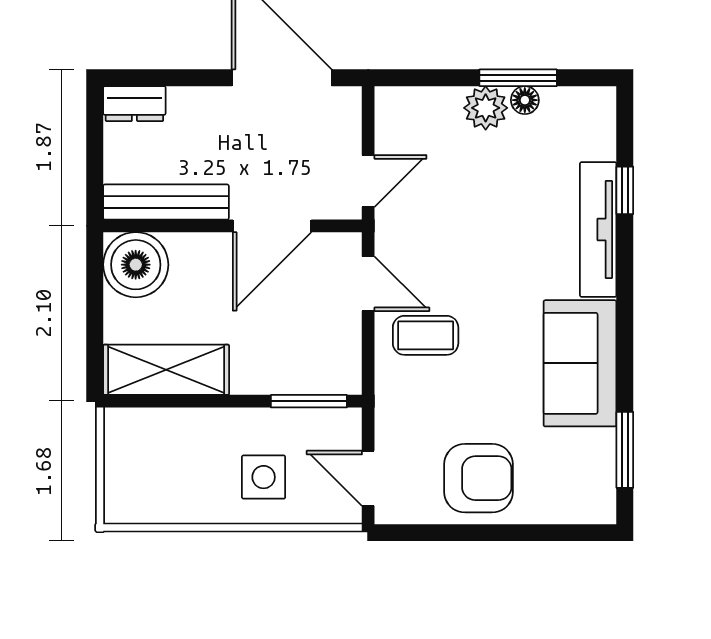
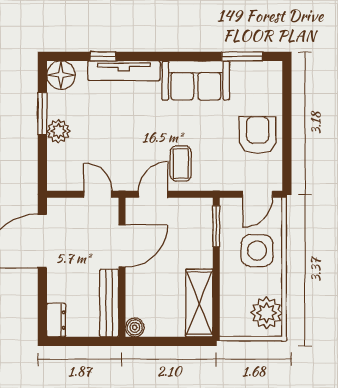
floor lamp: (525, 100) -> (61, 75), moved, width x1.89, depth x1.89
door: (272, 226) -> (122, 246), hinge flipped
boiler: (136, 265) -> (135, 327), width x0.54, depth x0.54
side table: (264, 477) -> (257, 251), width x1.37, depth x1.37
plant: (148, 495) -> (267, 313), added

